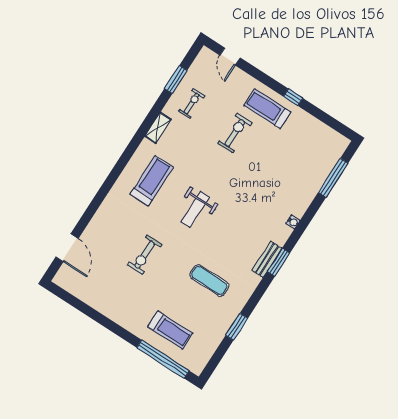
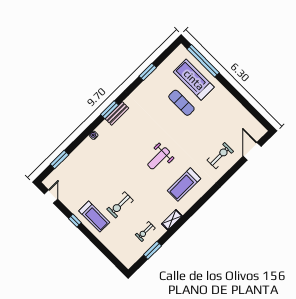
door: (230, 57) -> (51, 196), moved
window: (333, 178) -> (59, 159), width x0.69
weight bench: (195, 210) -> (159, 158), turned 180
exercise bike: (145, 255) -> (220, 156), moved
exercise mat: (209, 280) -> (181, 103), moved
treadmill: (170, 330) -> (194, 80), width x1.37, depth x1.38

